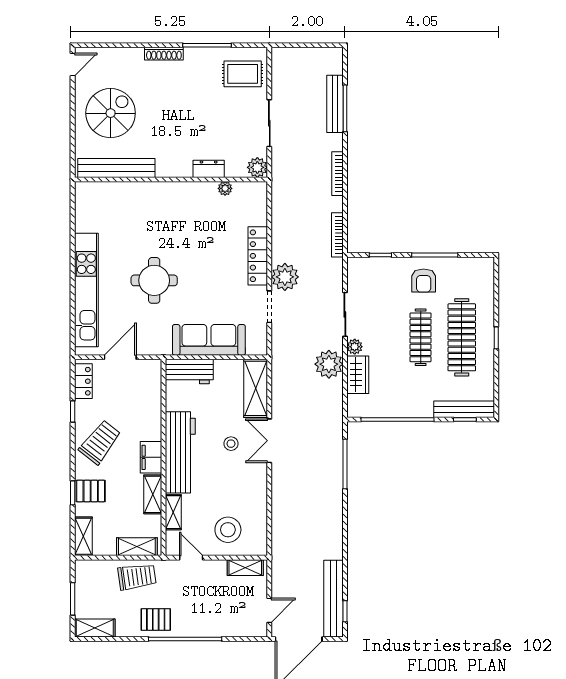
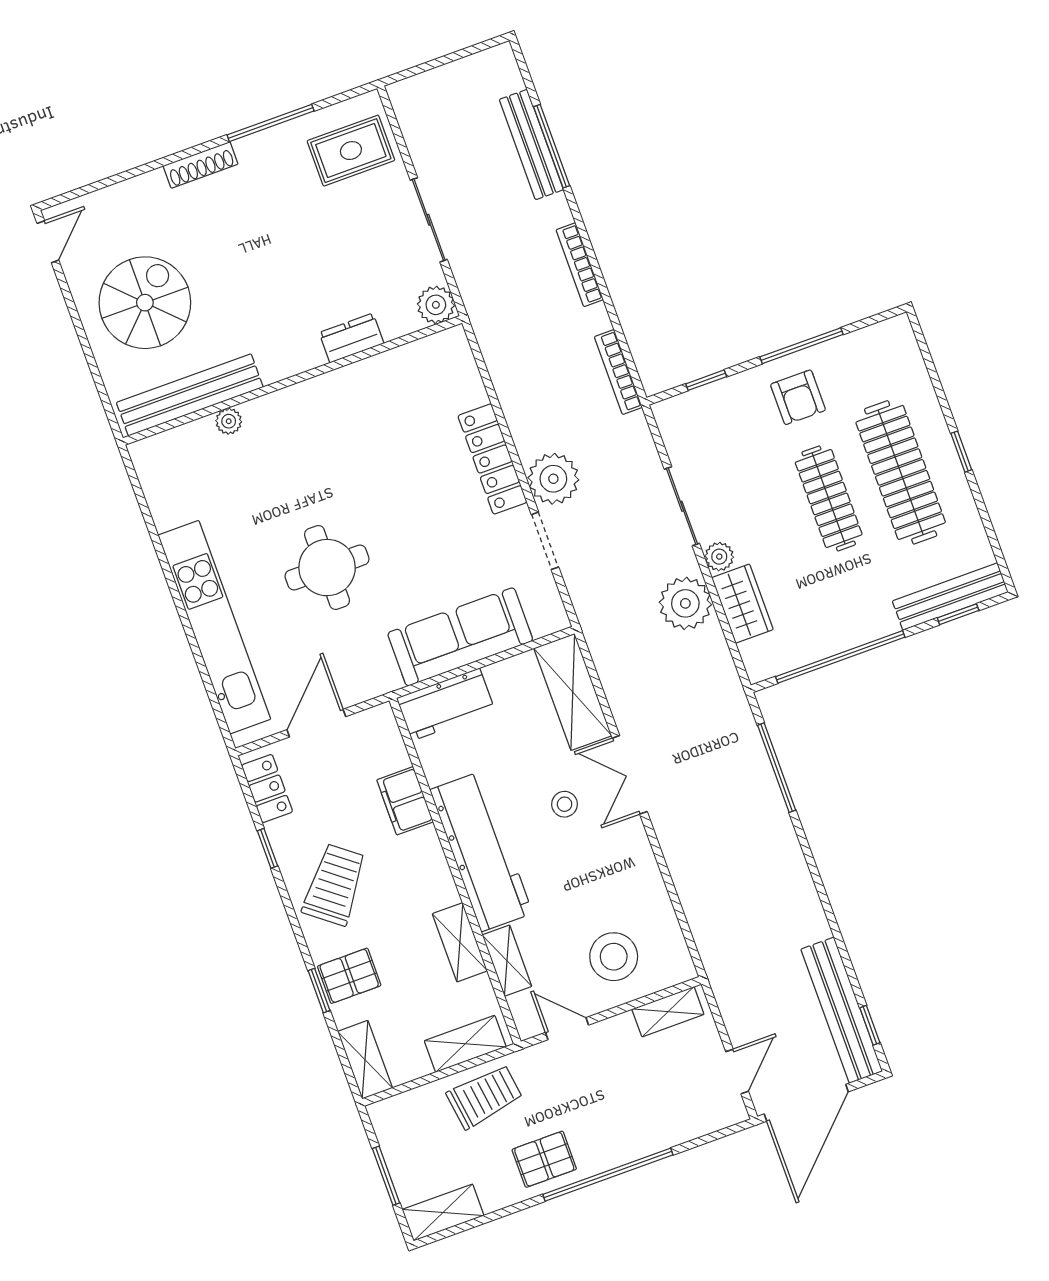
plant: (225, 188) -> (229, 421), moved
filing cabinet: (151, 457) -> (405, 801), moved

